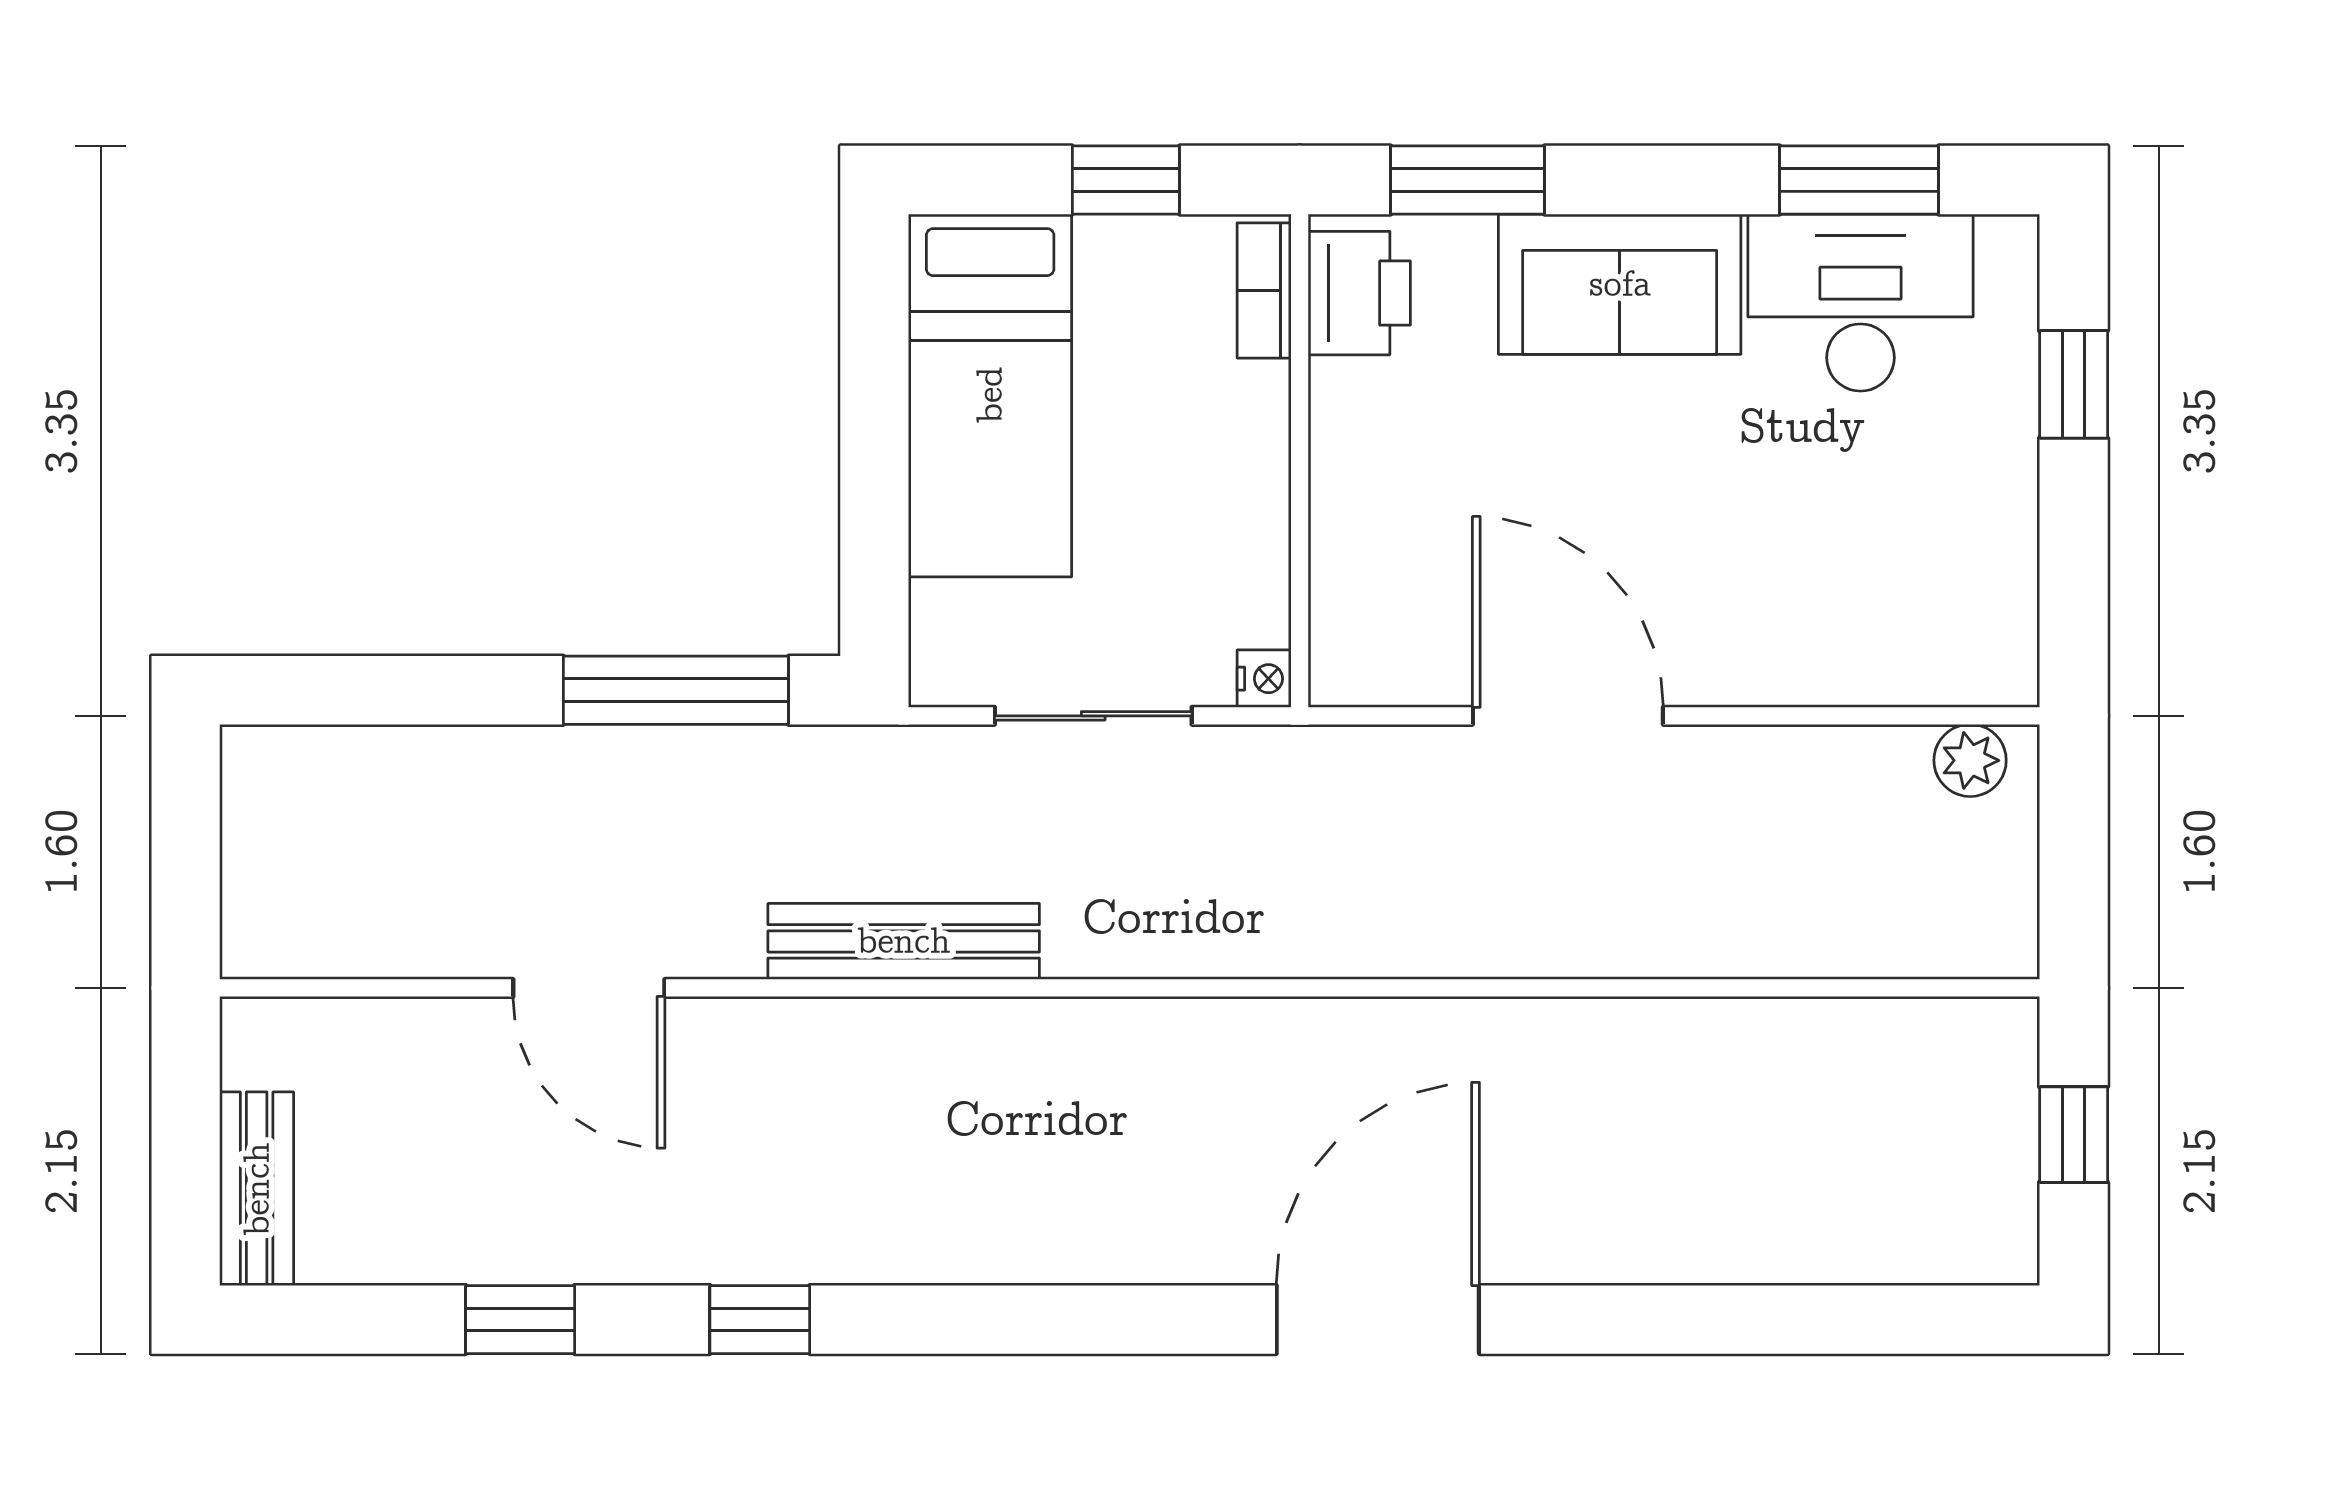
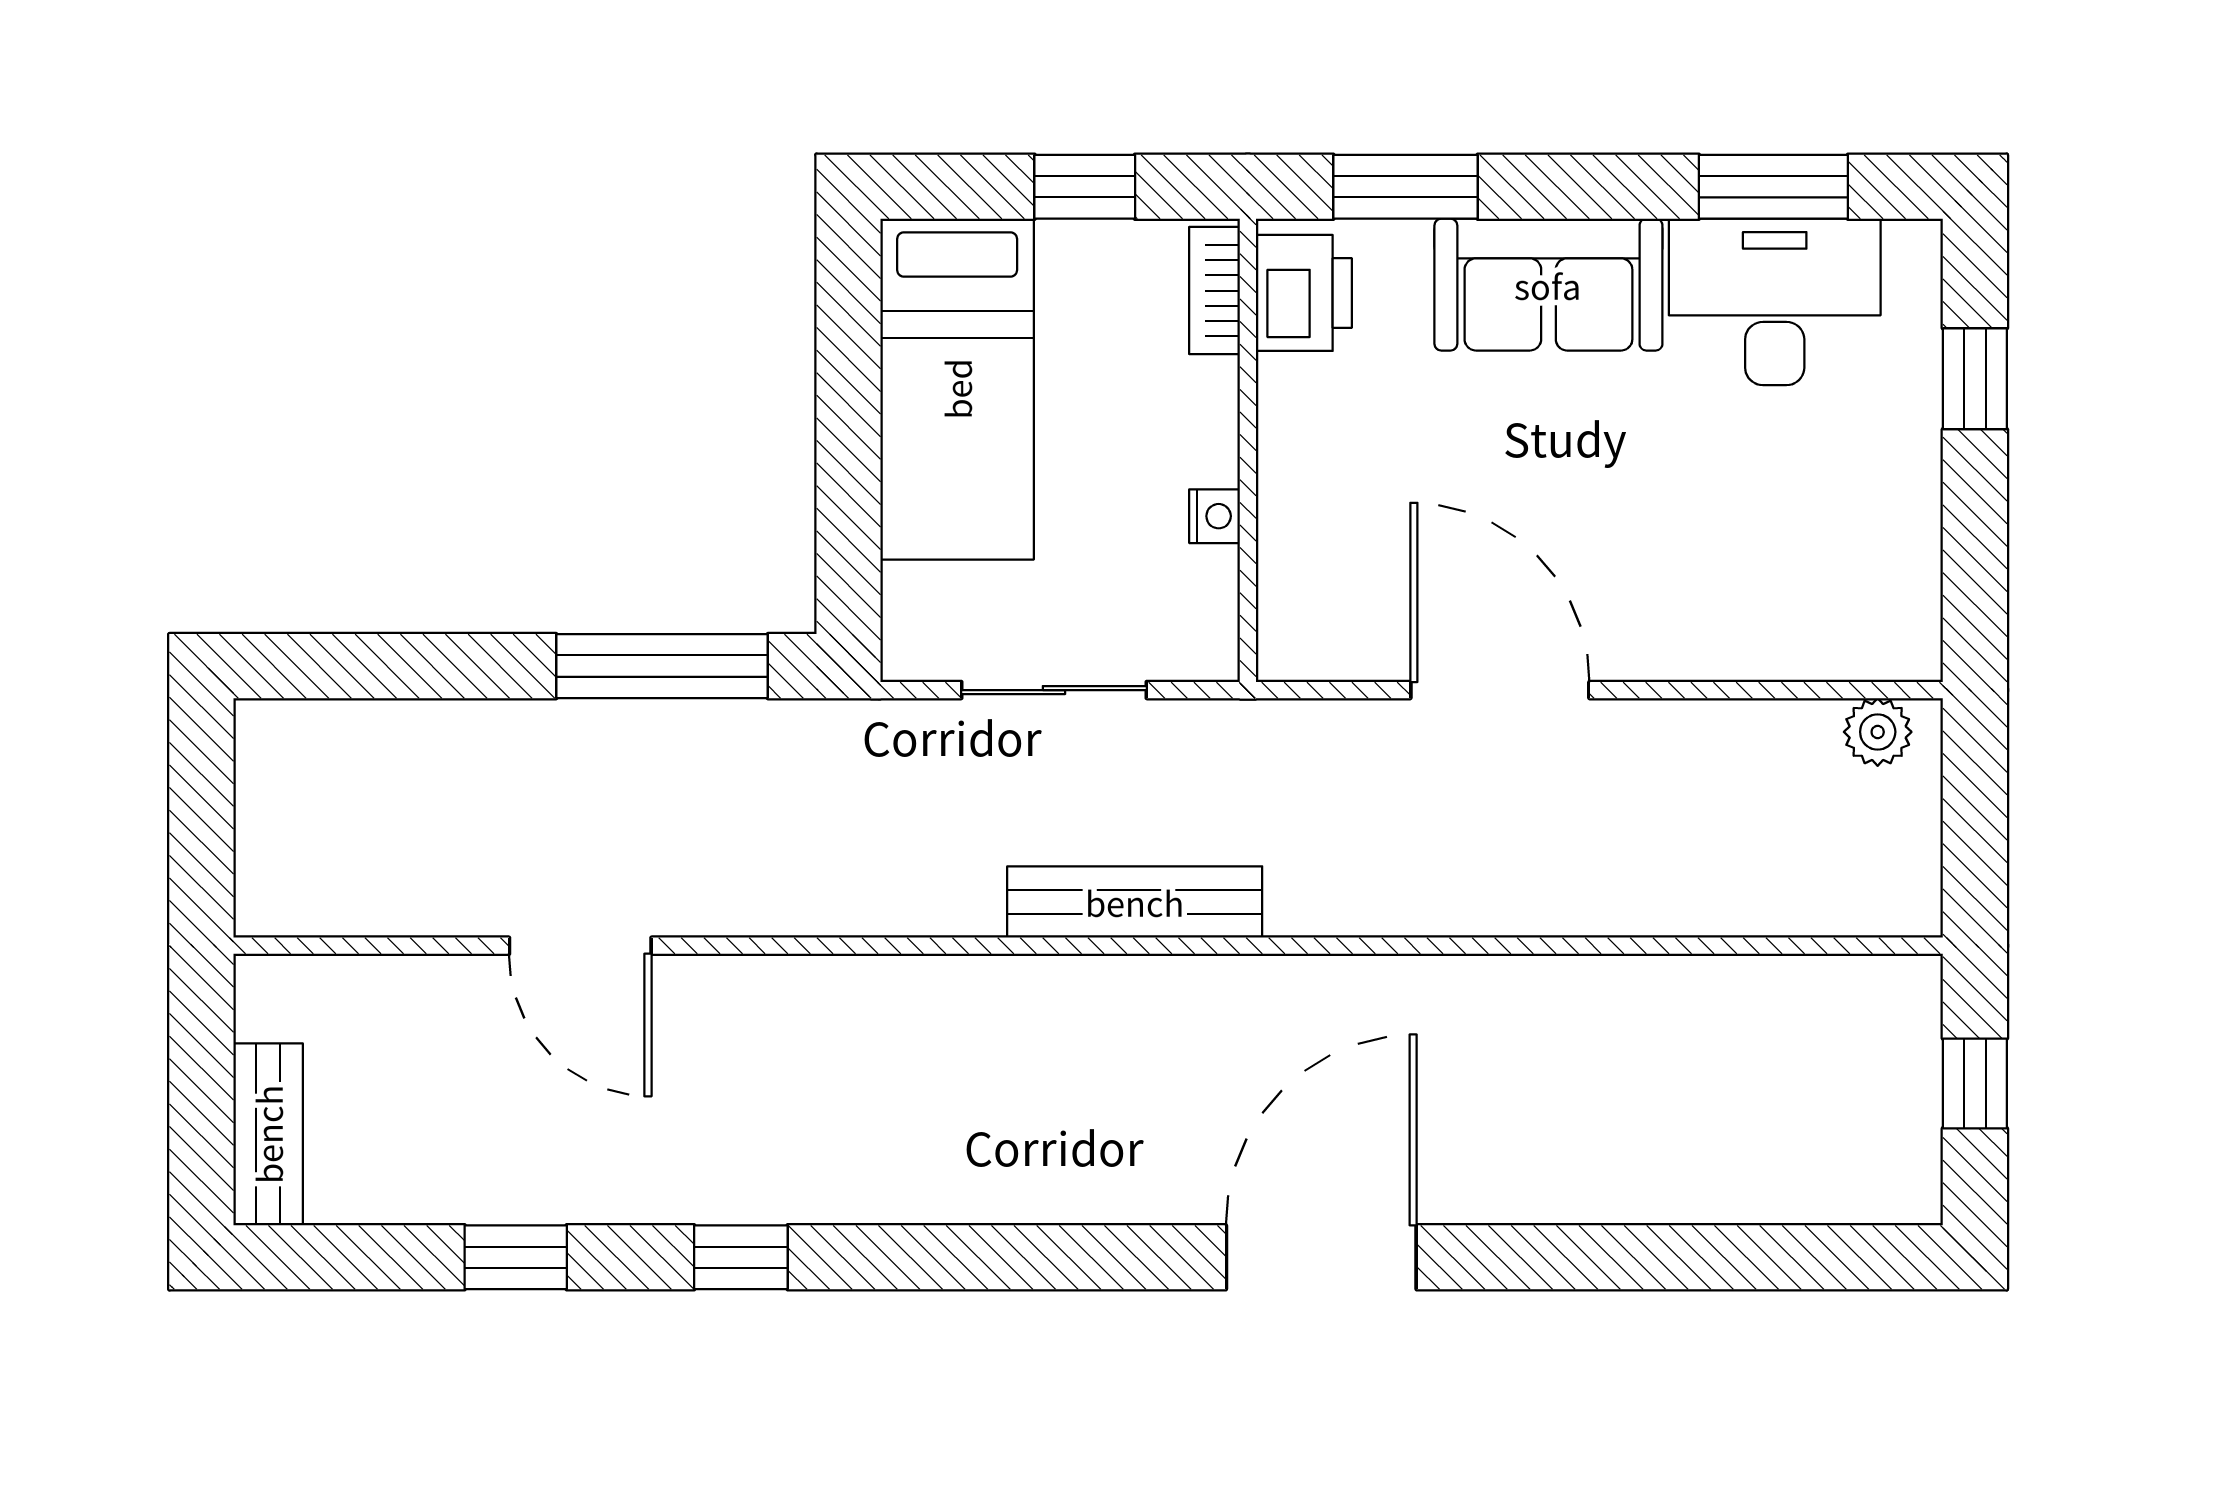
nightstand: (1264, 679) -> (1215, 516), moved
bench: (904, 941) -> (1135, 902), moved

